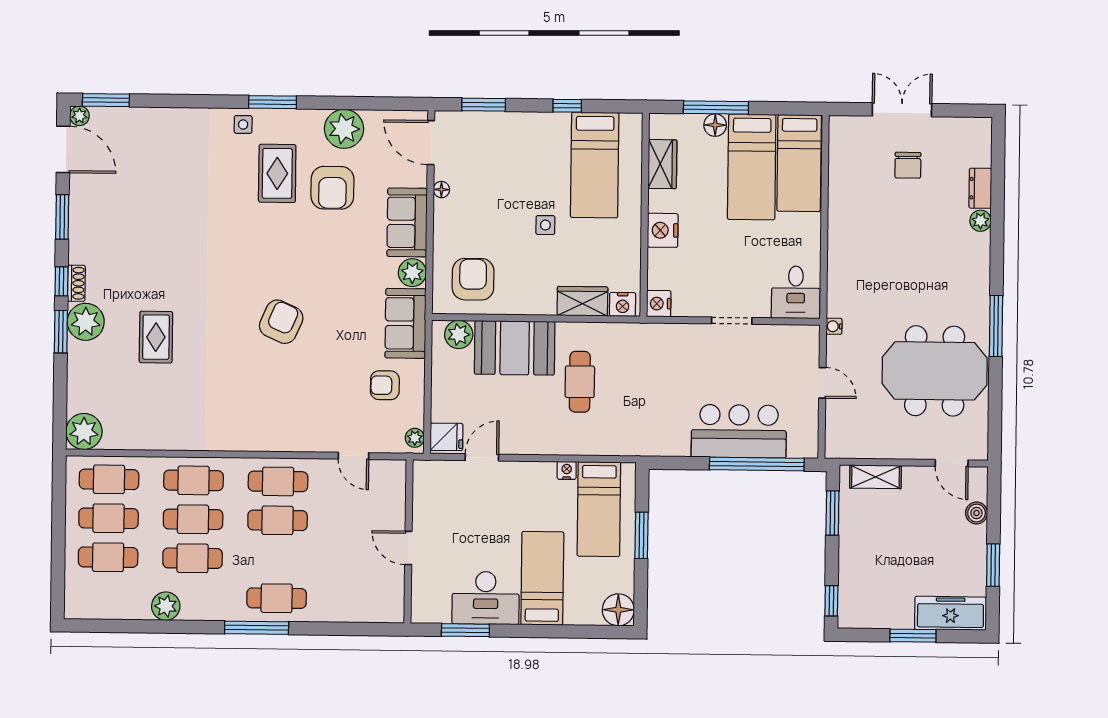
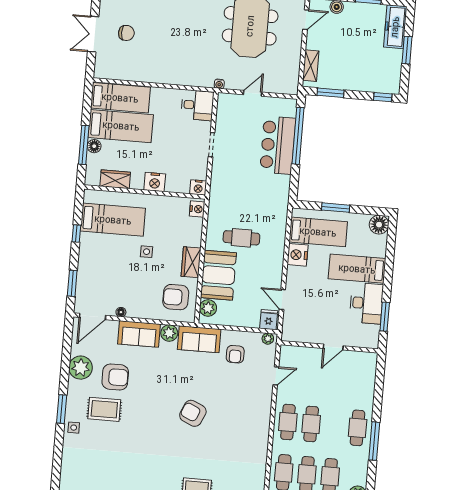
wardrobe: (582, 301) -> (191, 262), moved
nightstand: (567, 470) -> (298, 255), width x1.89, depth x1.79

